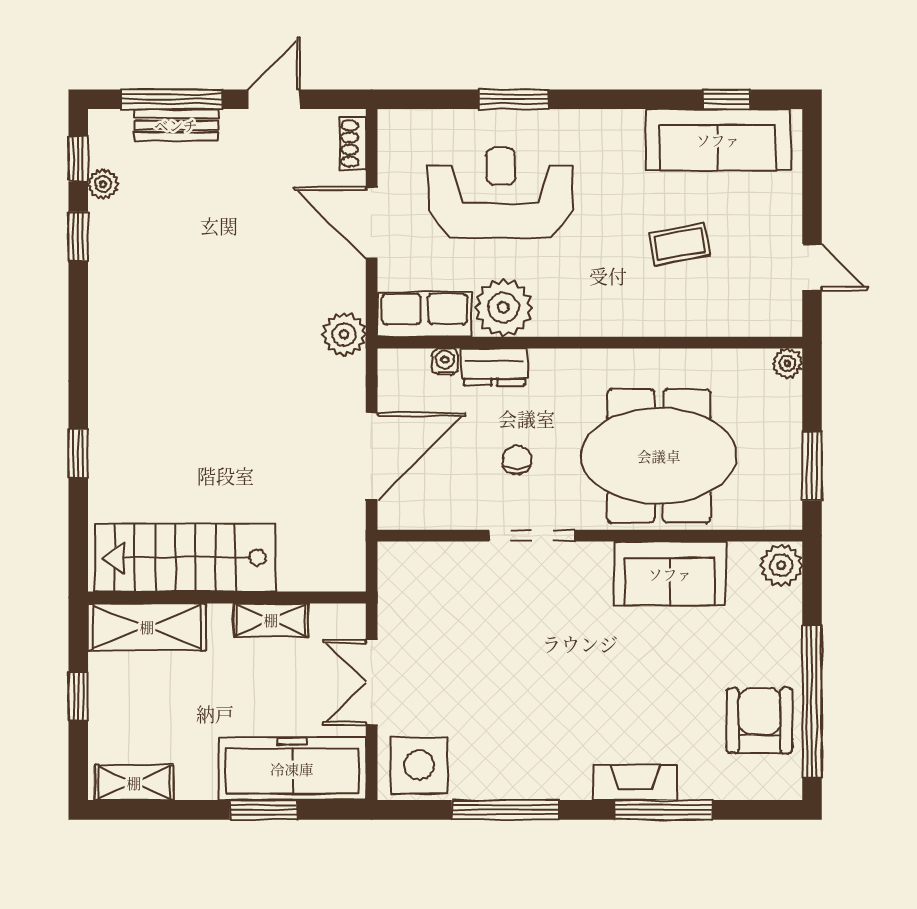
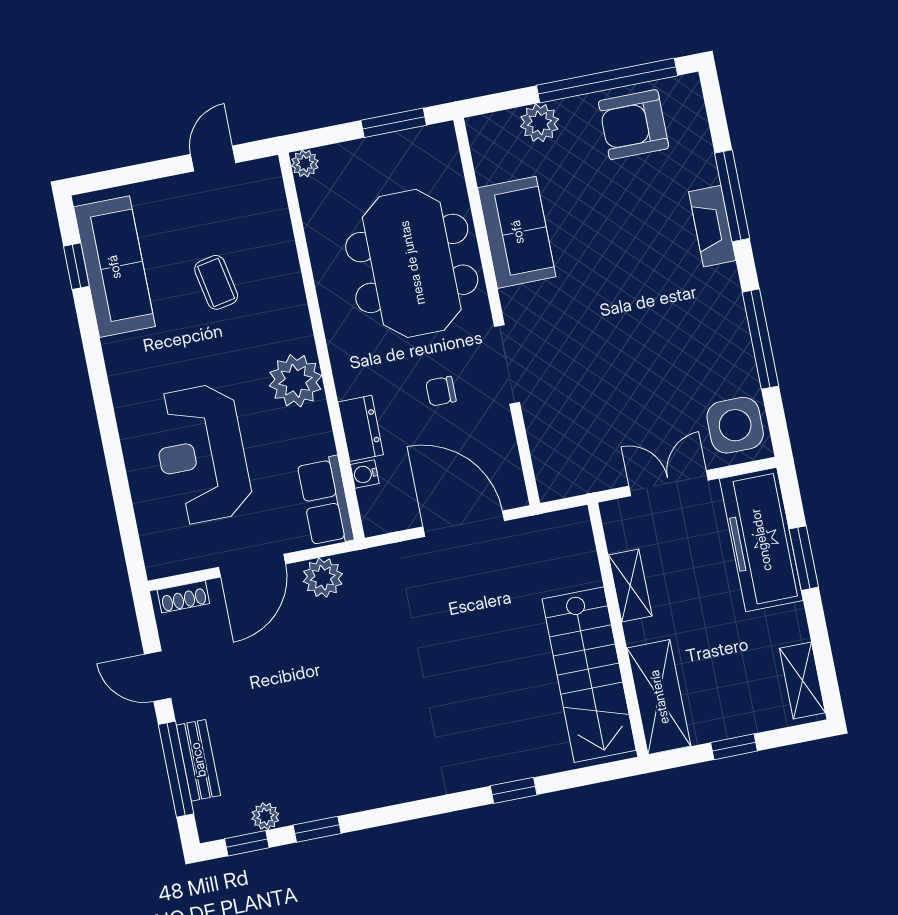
window: (514, 99) -> (115, 459), removed
plant: (504, 308) -> (295, 381), moved
plant: (344, 334) -> (323, 578), moved
plant: (781, 565) -> (539, 123), moved
double door: (372, 682) -> (669, 483), swing flipped

